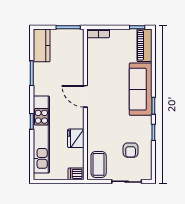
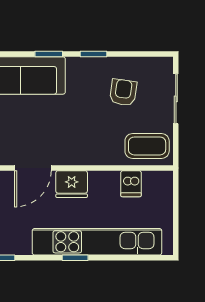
fridge: (76, 138) -> (72, 184), moved
armchair: (131, 150) -> (123, 92), turned -82
dishwasher: (76, 174) -> (131, 184), moved

